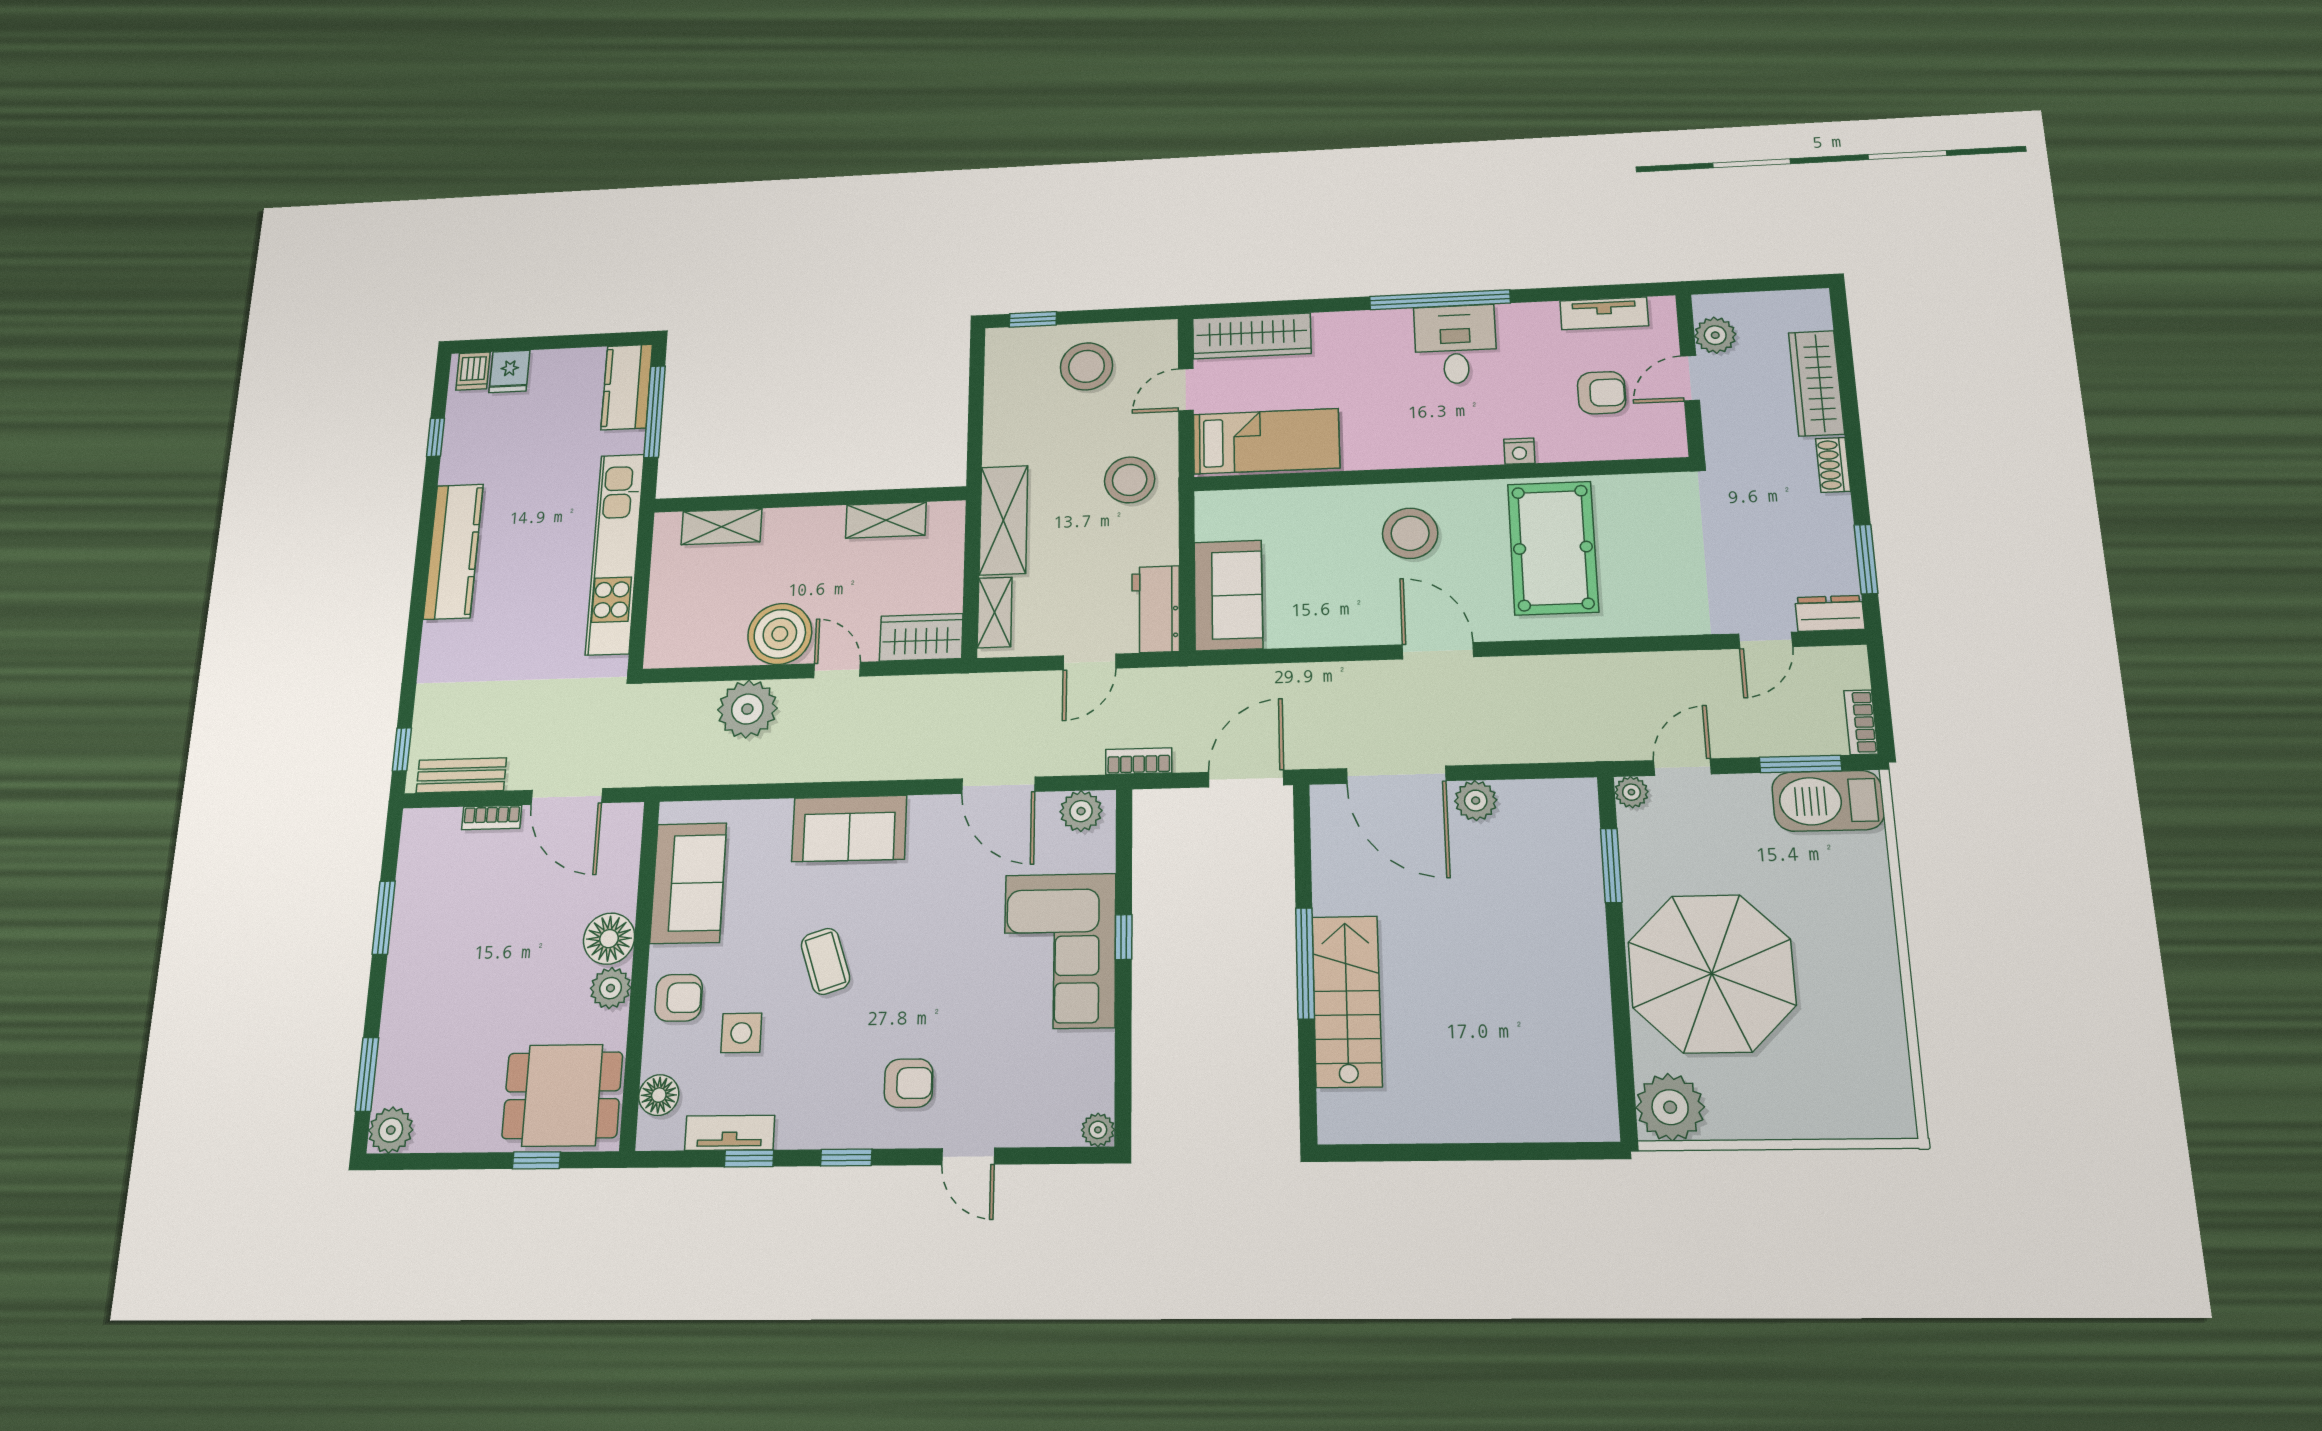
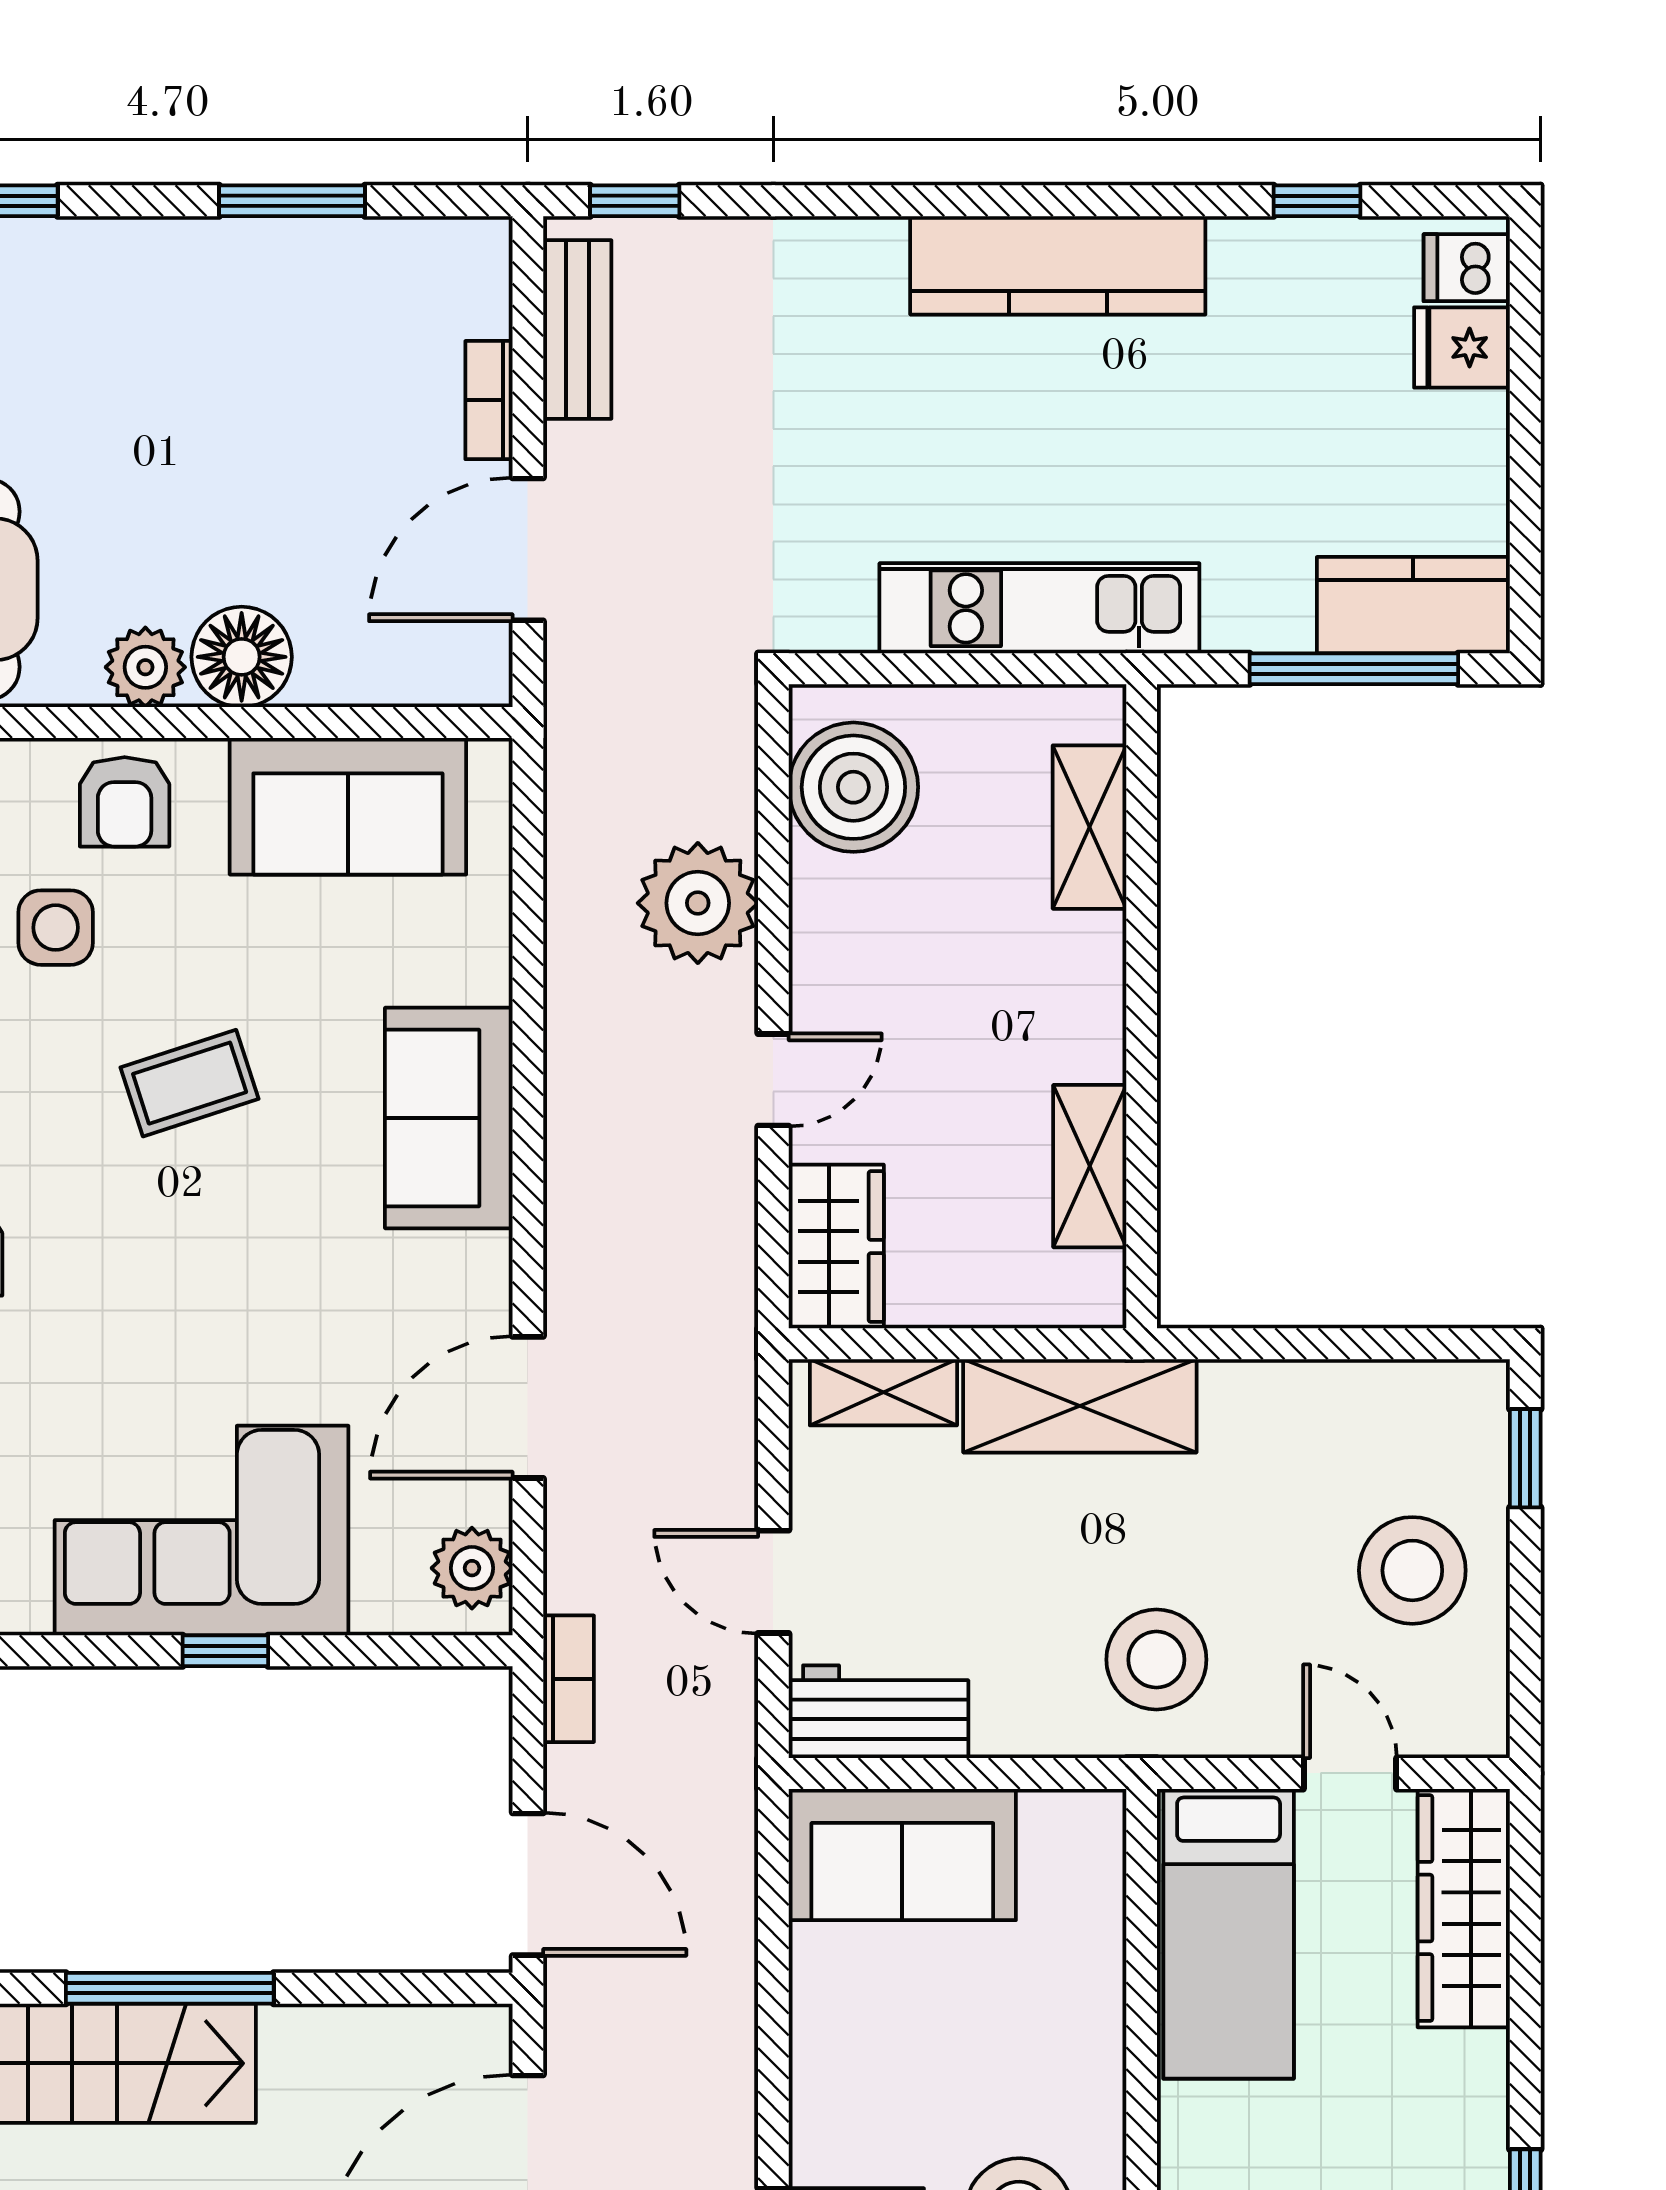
kitchen unit: (615, 554) -> (1039, 608), width x0.73
boiler: (780, 634) -> (853, 787), moved

